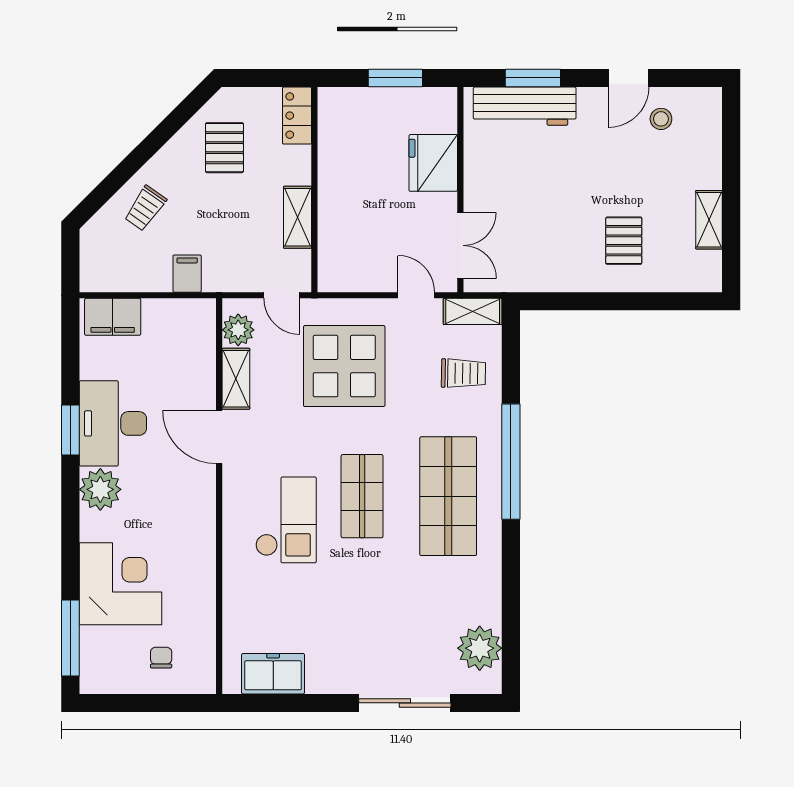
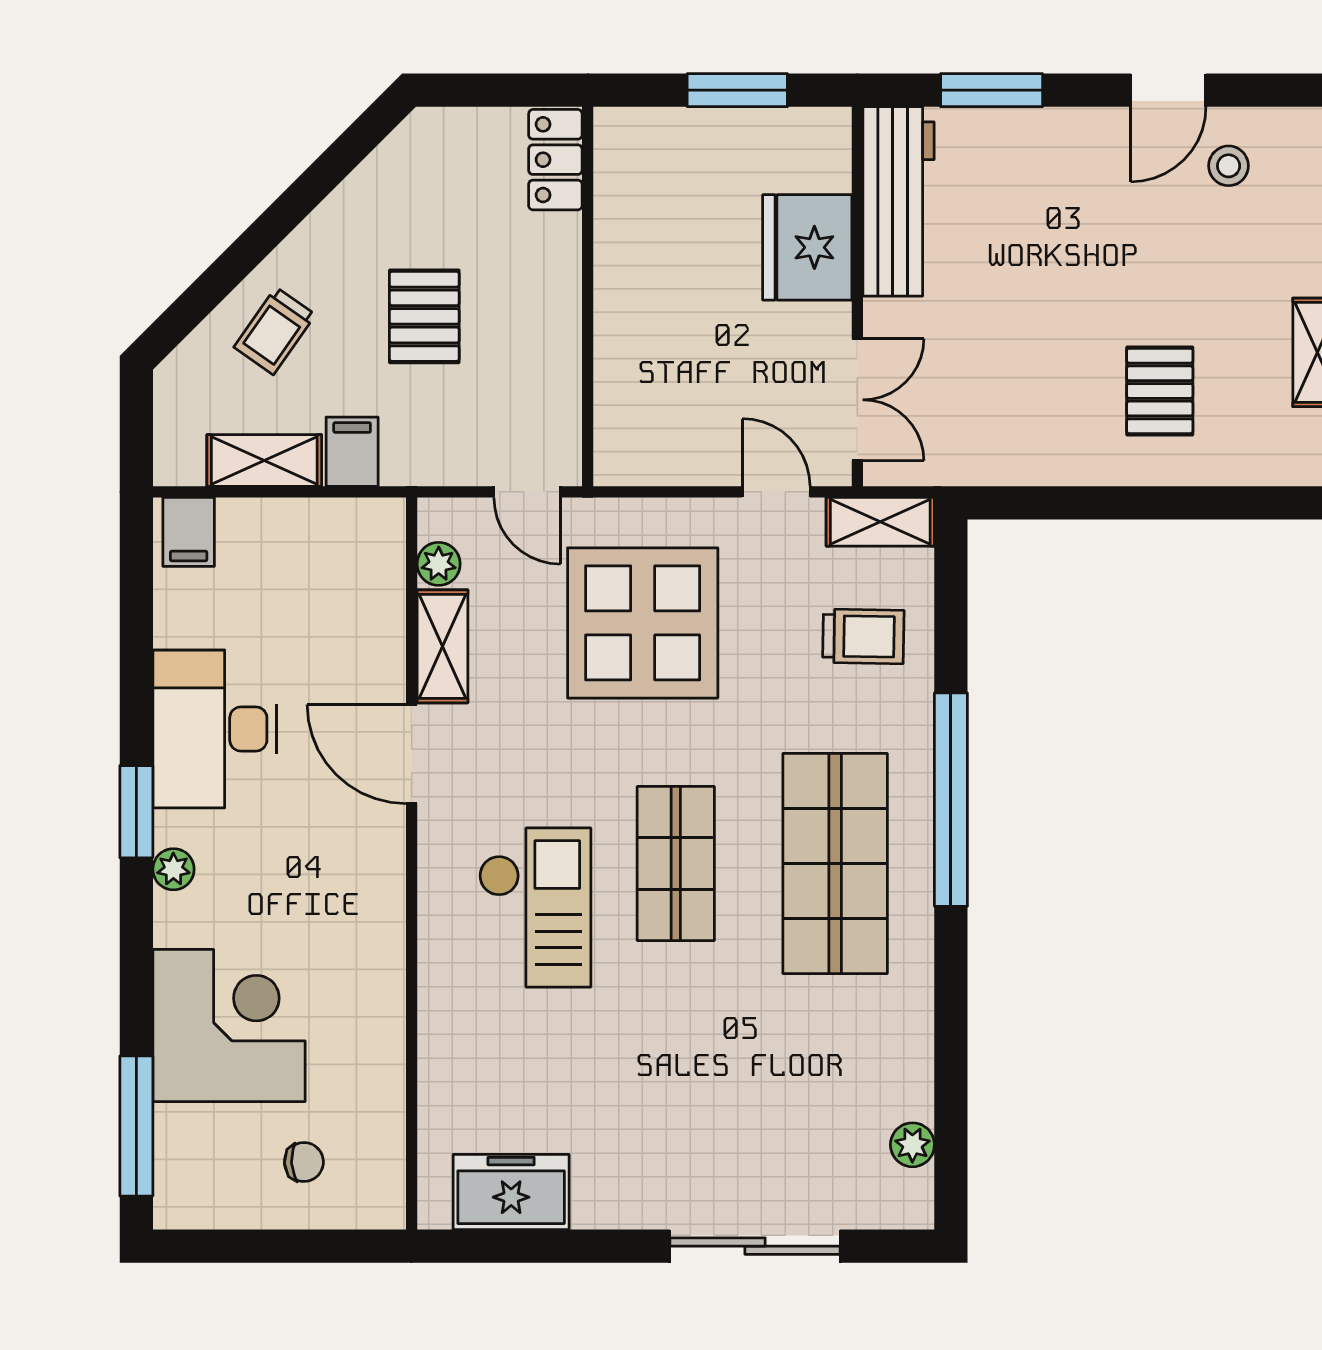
workbench: (525, 106) -> (898, 201), moved, turned -90
pallet: (224, 148) -> (424, 316), moved
shelving: (298, 217) -> (264, 461), moved, turned 90
filing cabinet: (113, 317) -> (189, 532), width x0.50
plant: (238, 330) -> (439, 564), width x0.73, depth x0.73
window: (70, 430) -> (136, 812), moved
plant: (100, 489) -> (173, 869), width x0.53, depth x0.53
plant: (480, 648) -> (912, 1145), width x0.53, depth x0.53
chair: (161, 658) -> (304, 1162), turned 87

